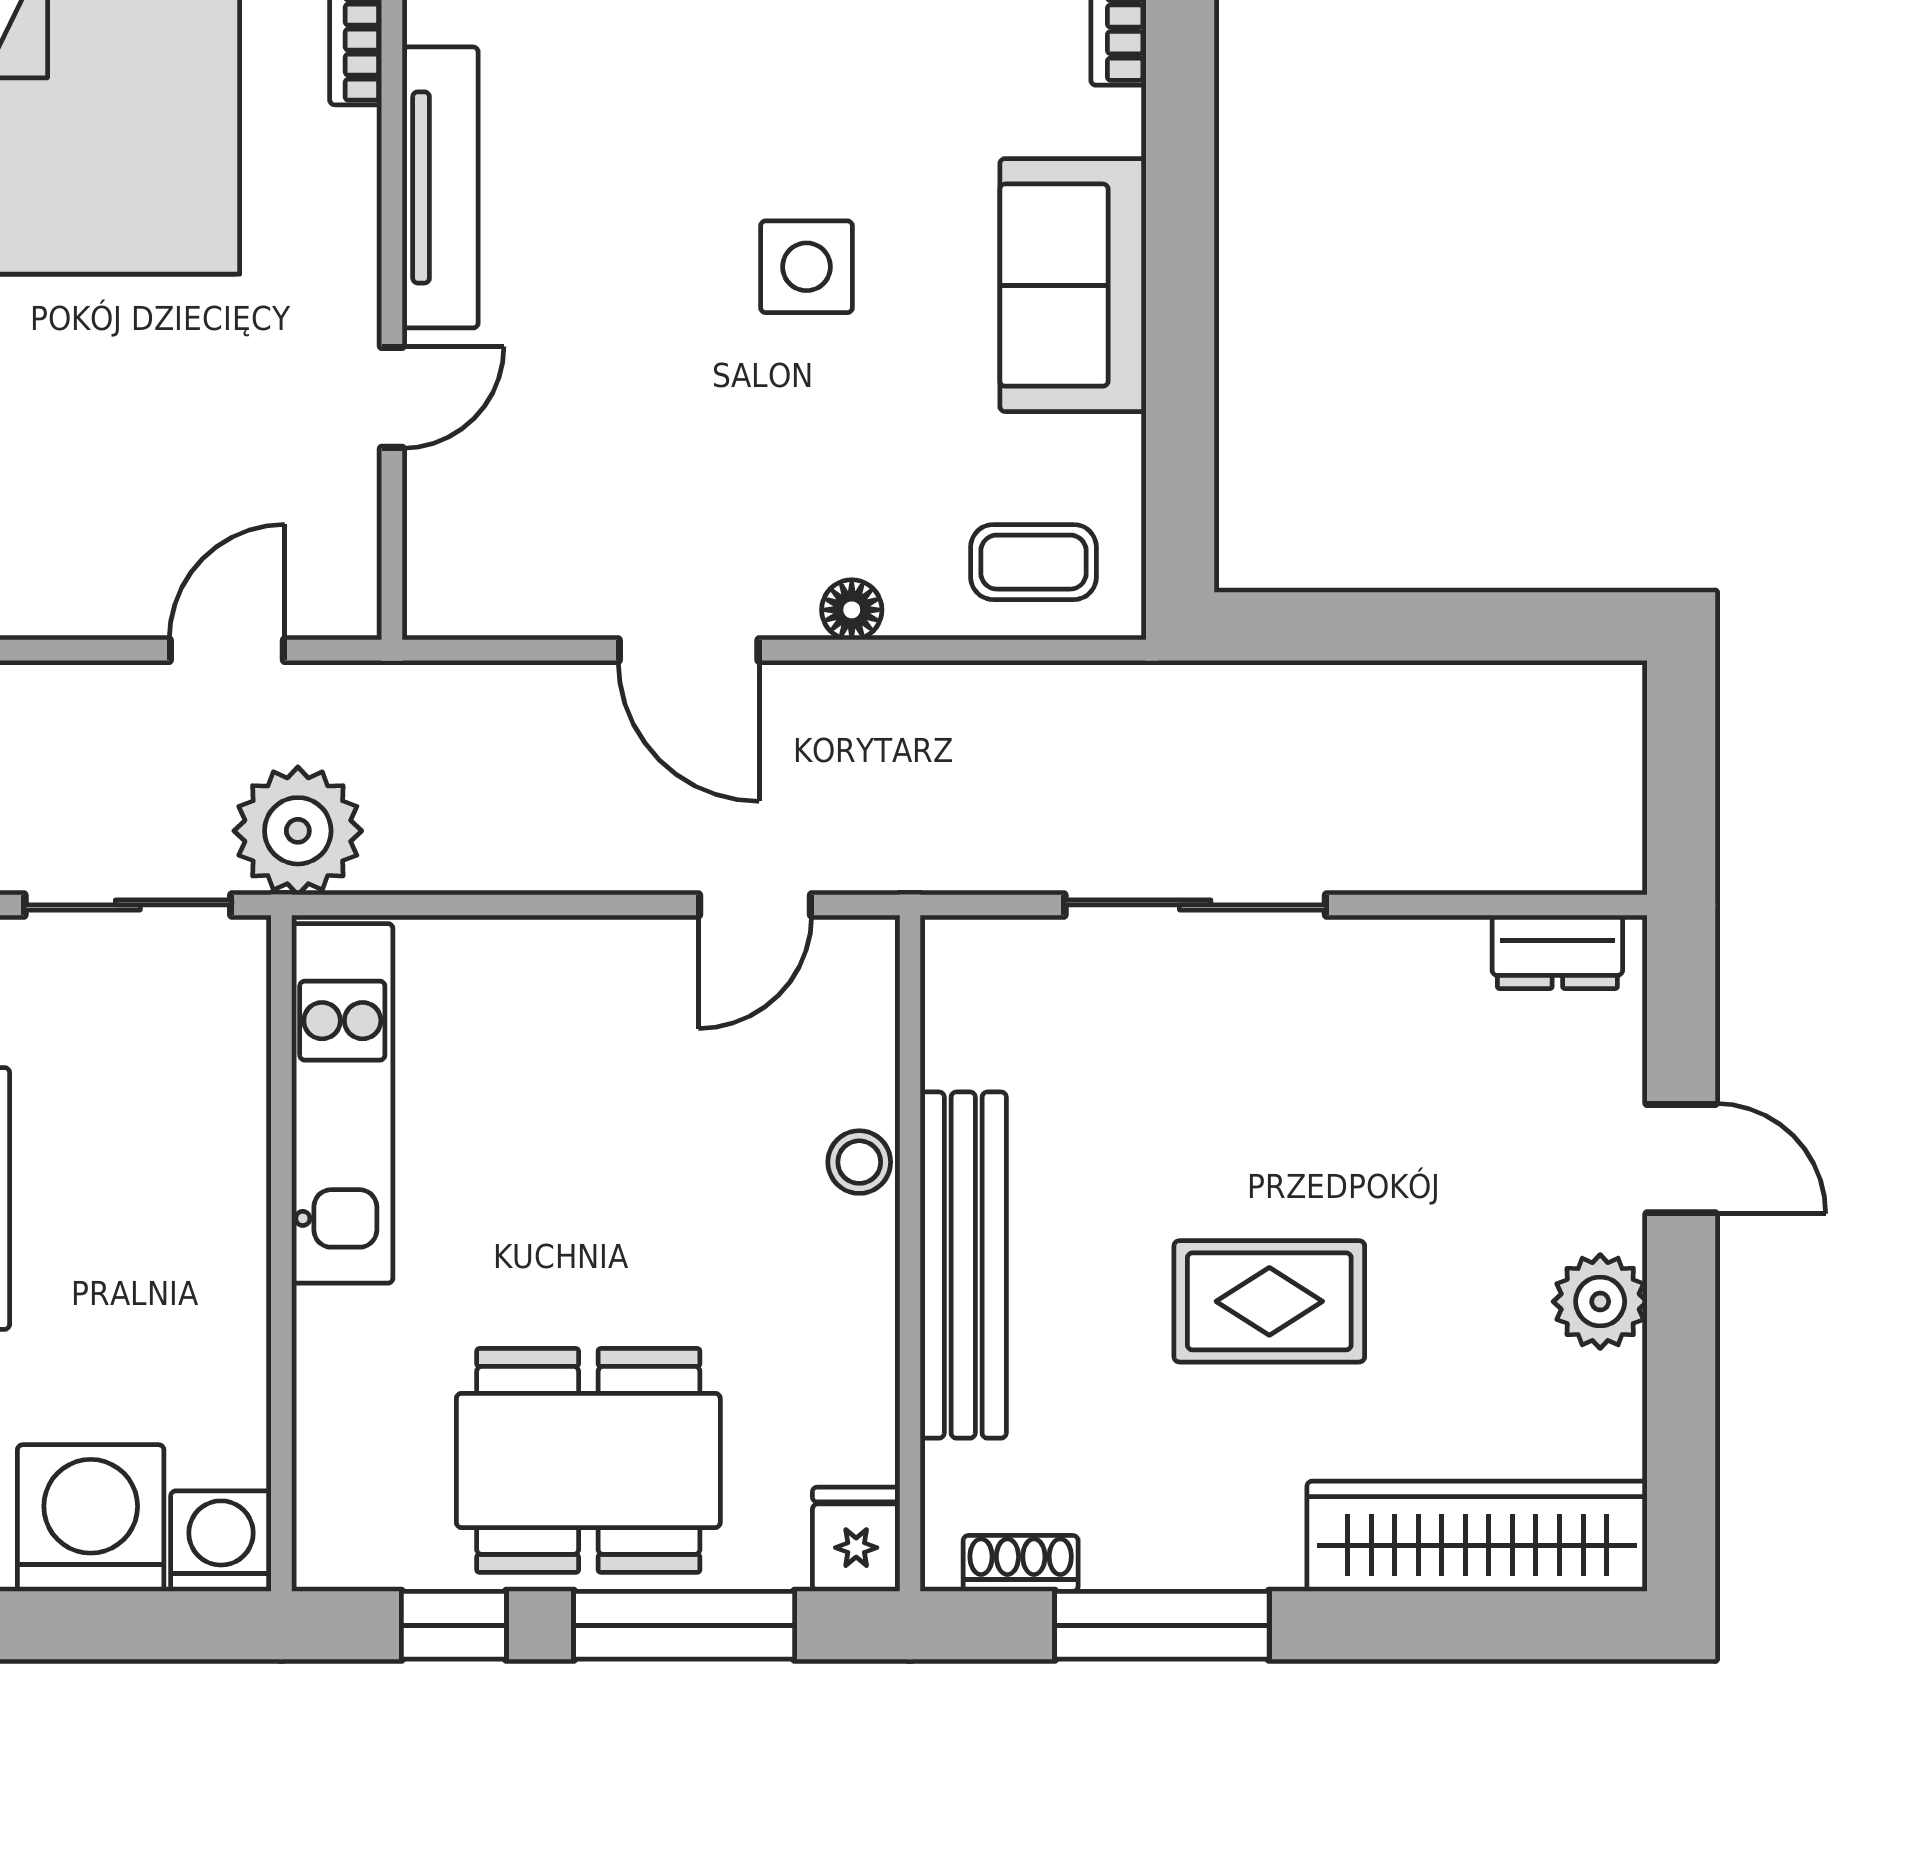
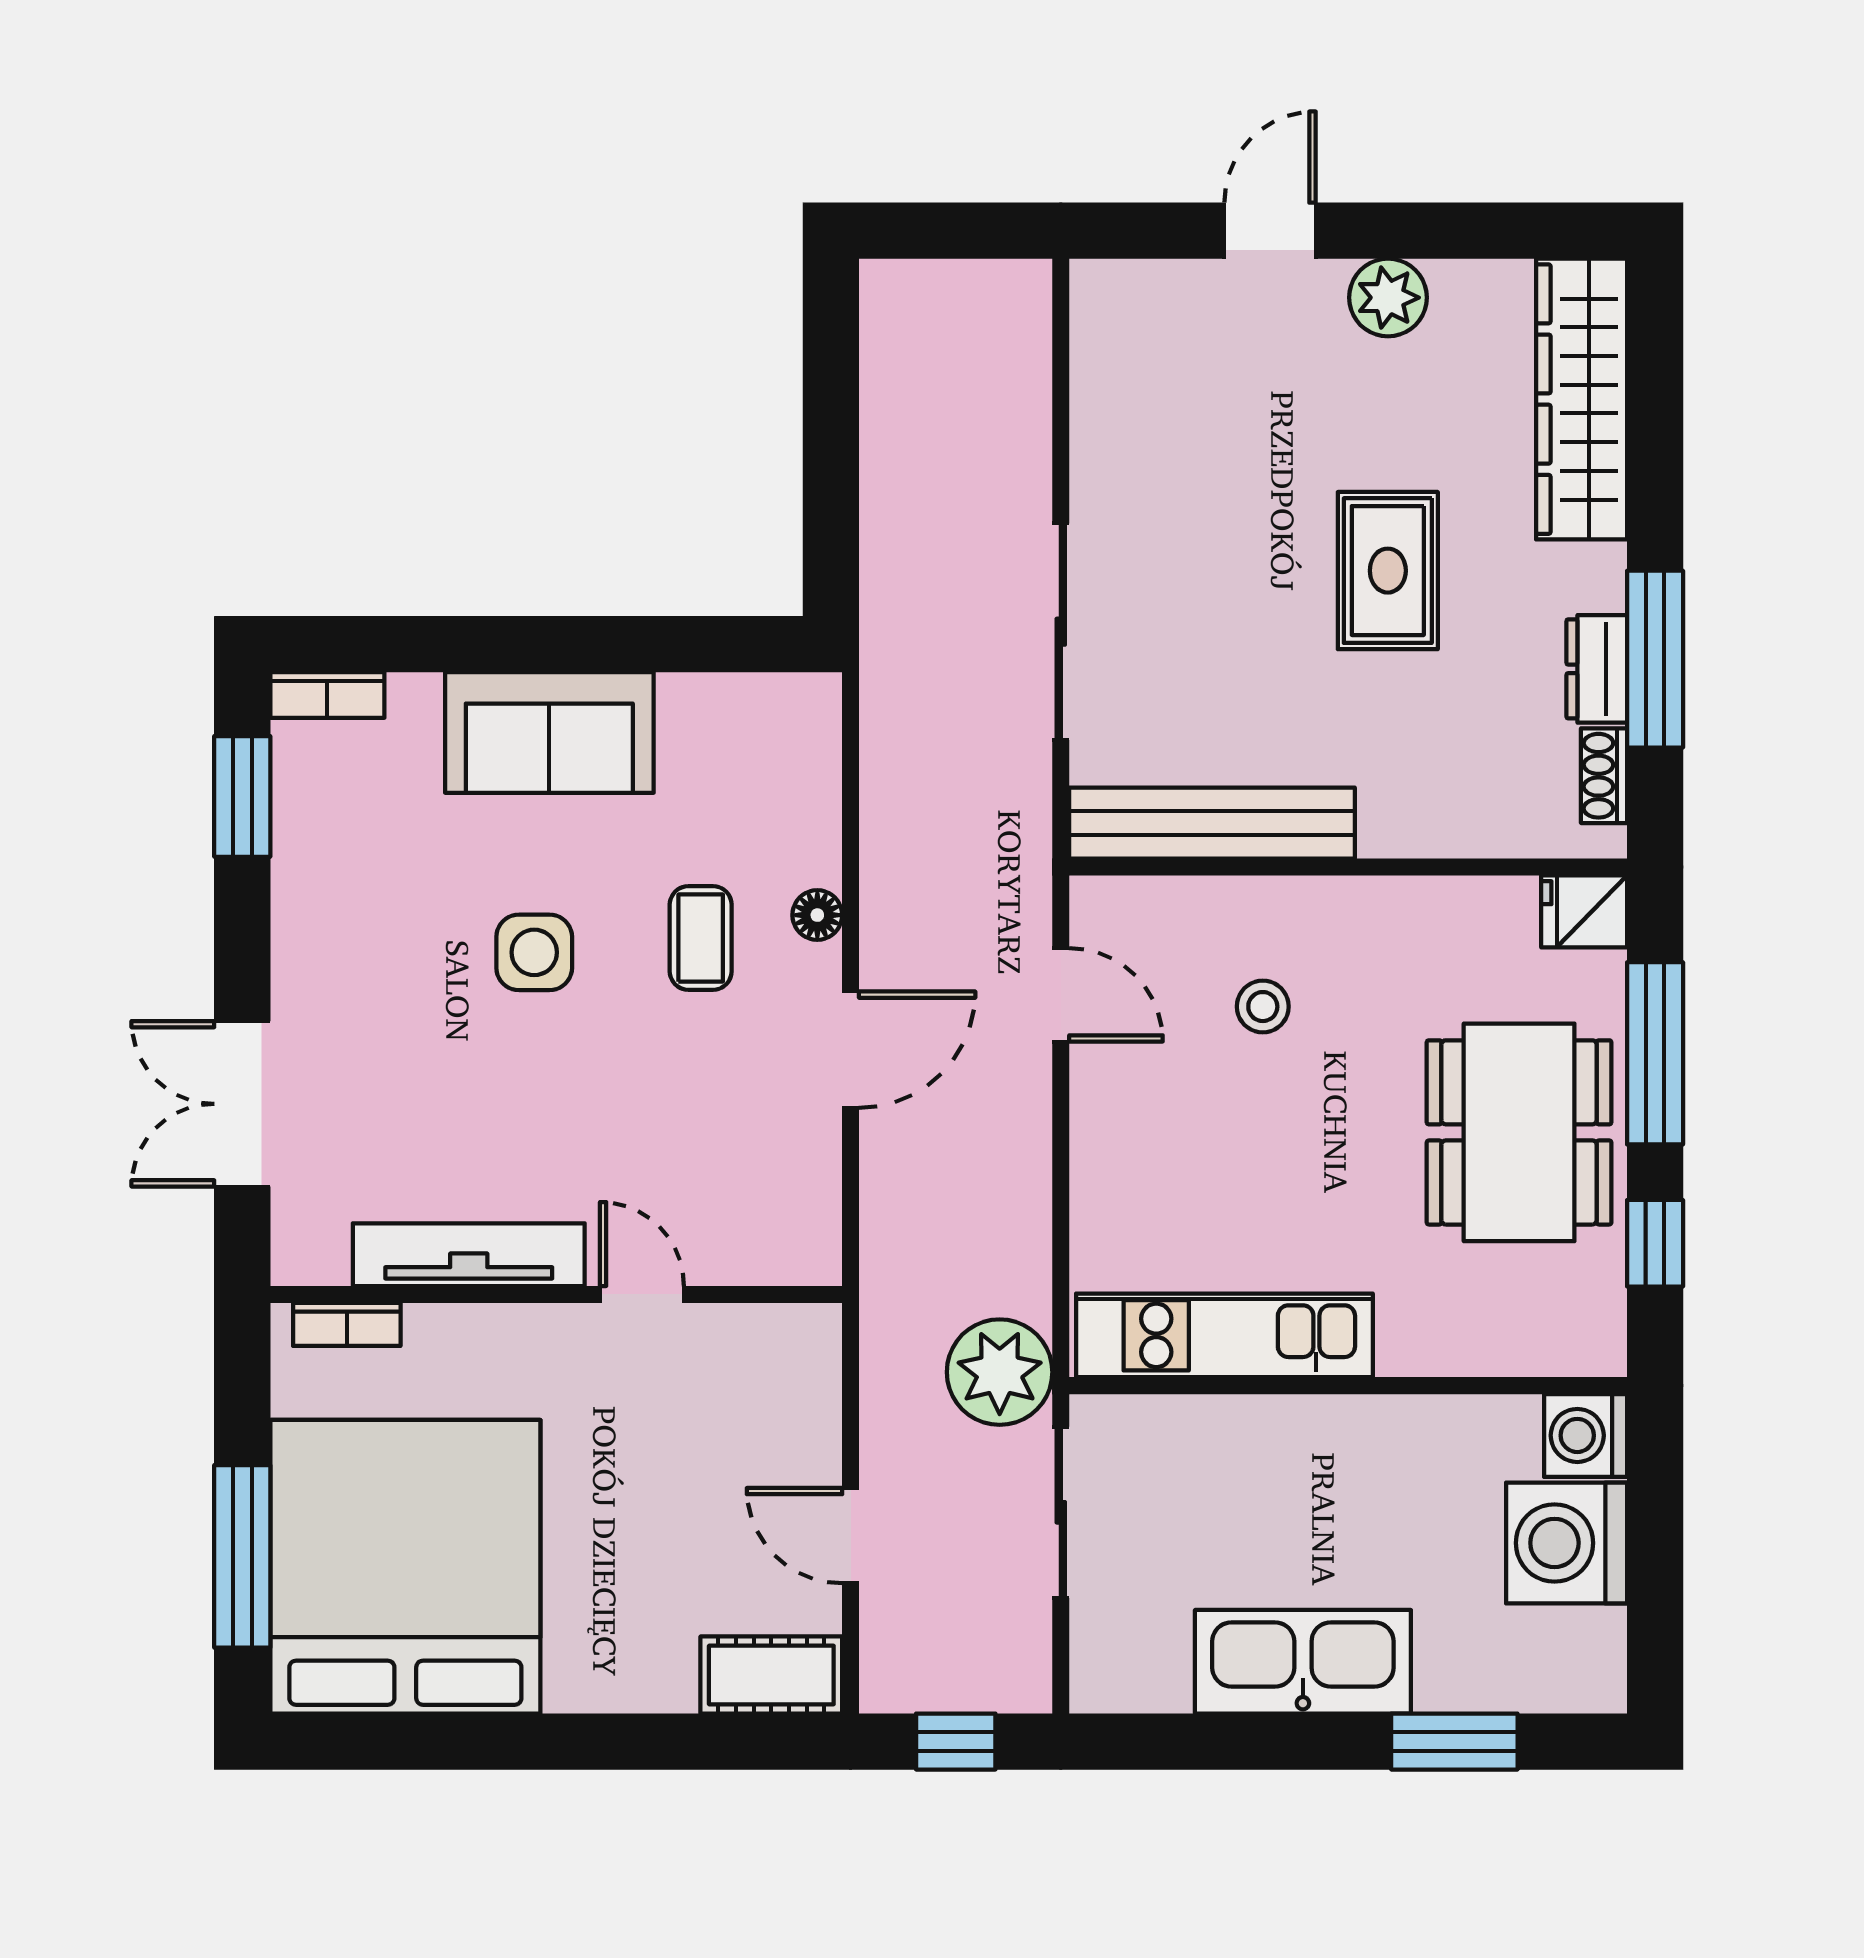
coffee table: (1034, 562) -> (701, 938), moved
door: (227, 650) -> (851, 1536), moved
dresser: (1557, 952) -> (1597, 669), moved, turned 180
stool: (859, 1162) -> (1263, 1007), moved
bench: (963, 1265) -> (1212, 823), moved

